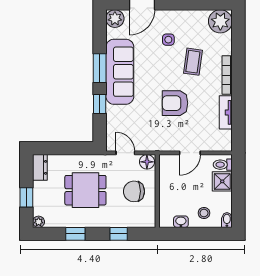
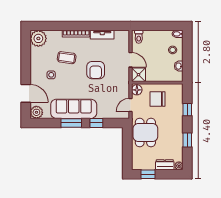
dresser: (40, 167) -> (165, 165), moved
shower: (222, 181) -> (138, 75), moved
dining table: (85, 190) -> (145, 132), moved
chair: (134, 191) -> (158, 99), turned 90
window: (26, 197) -> (148, 174), moved

